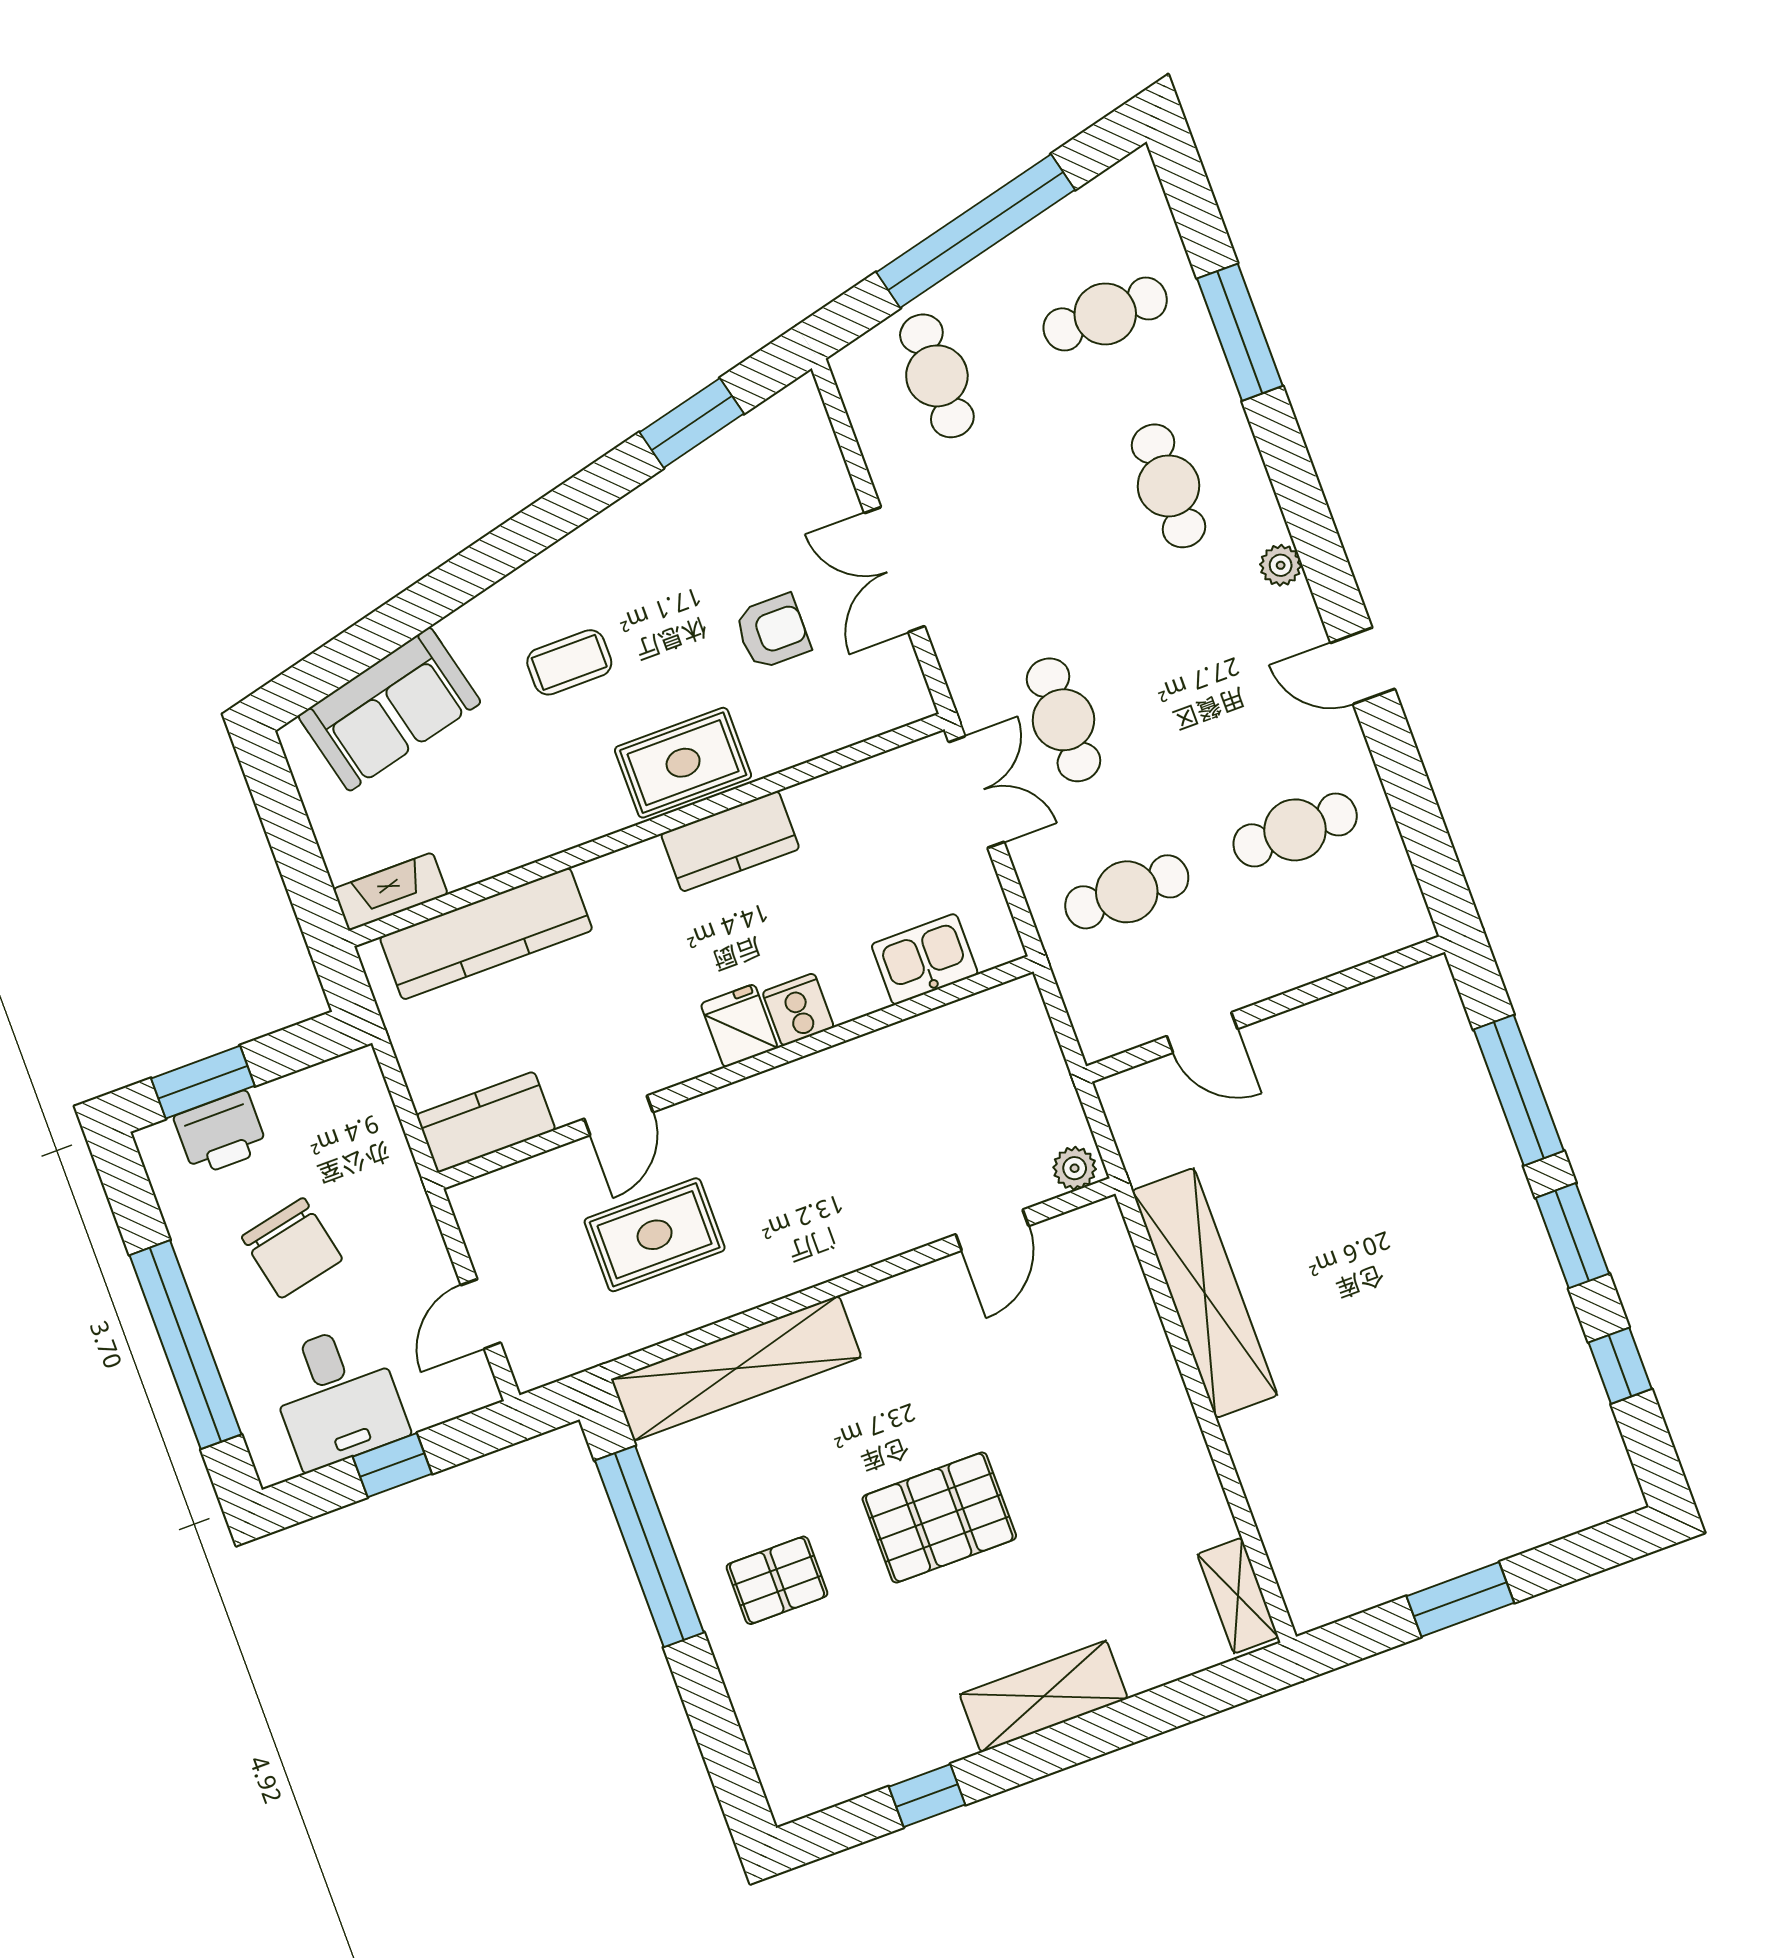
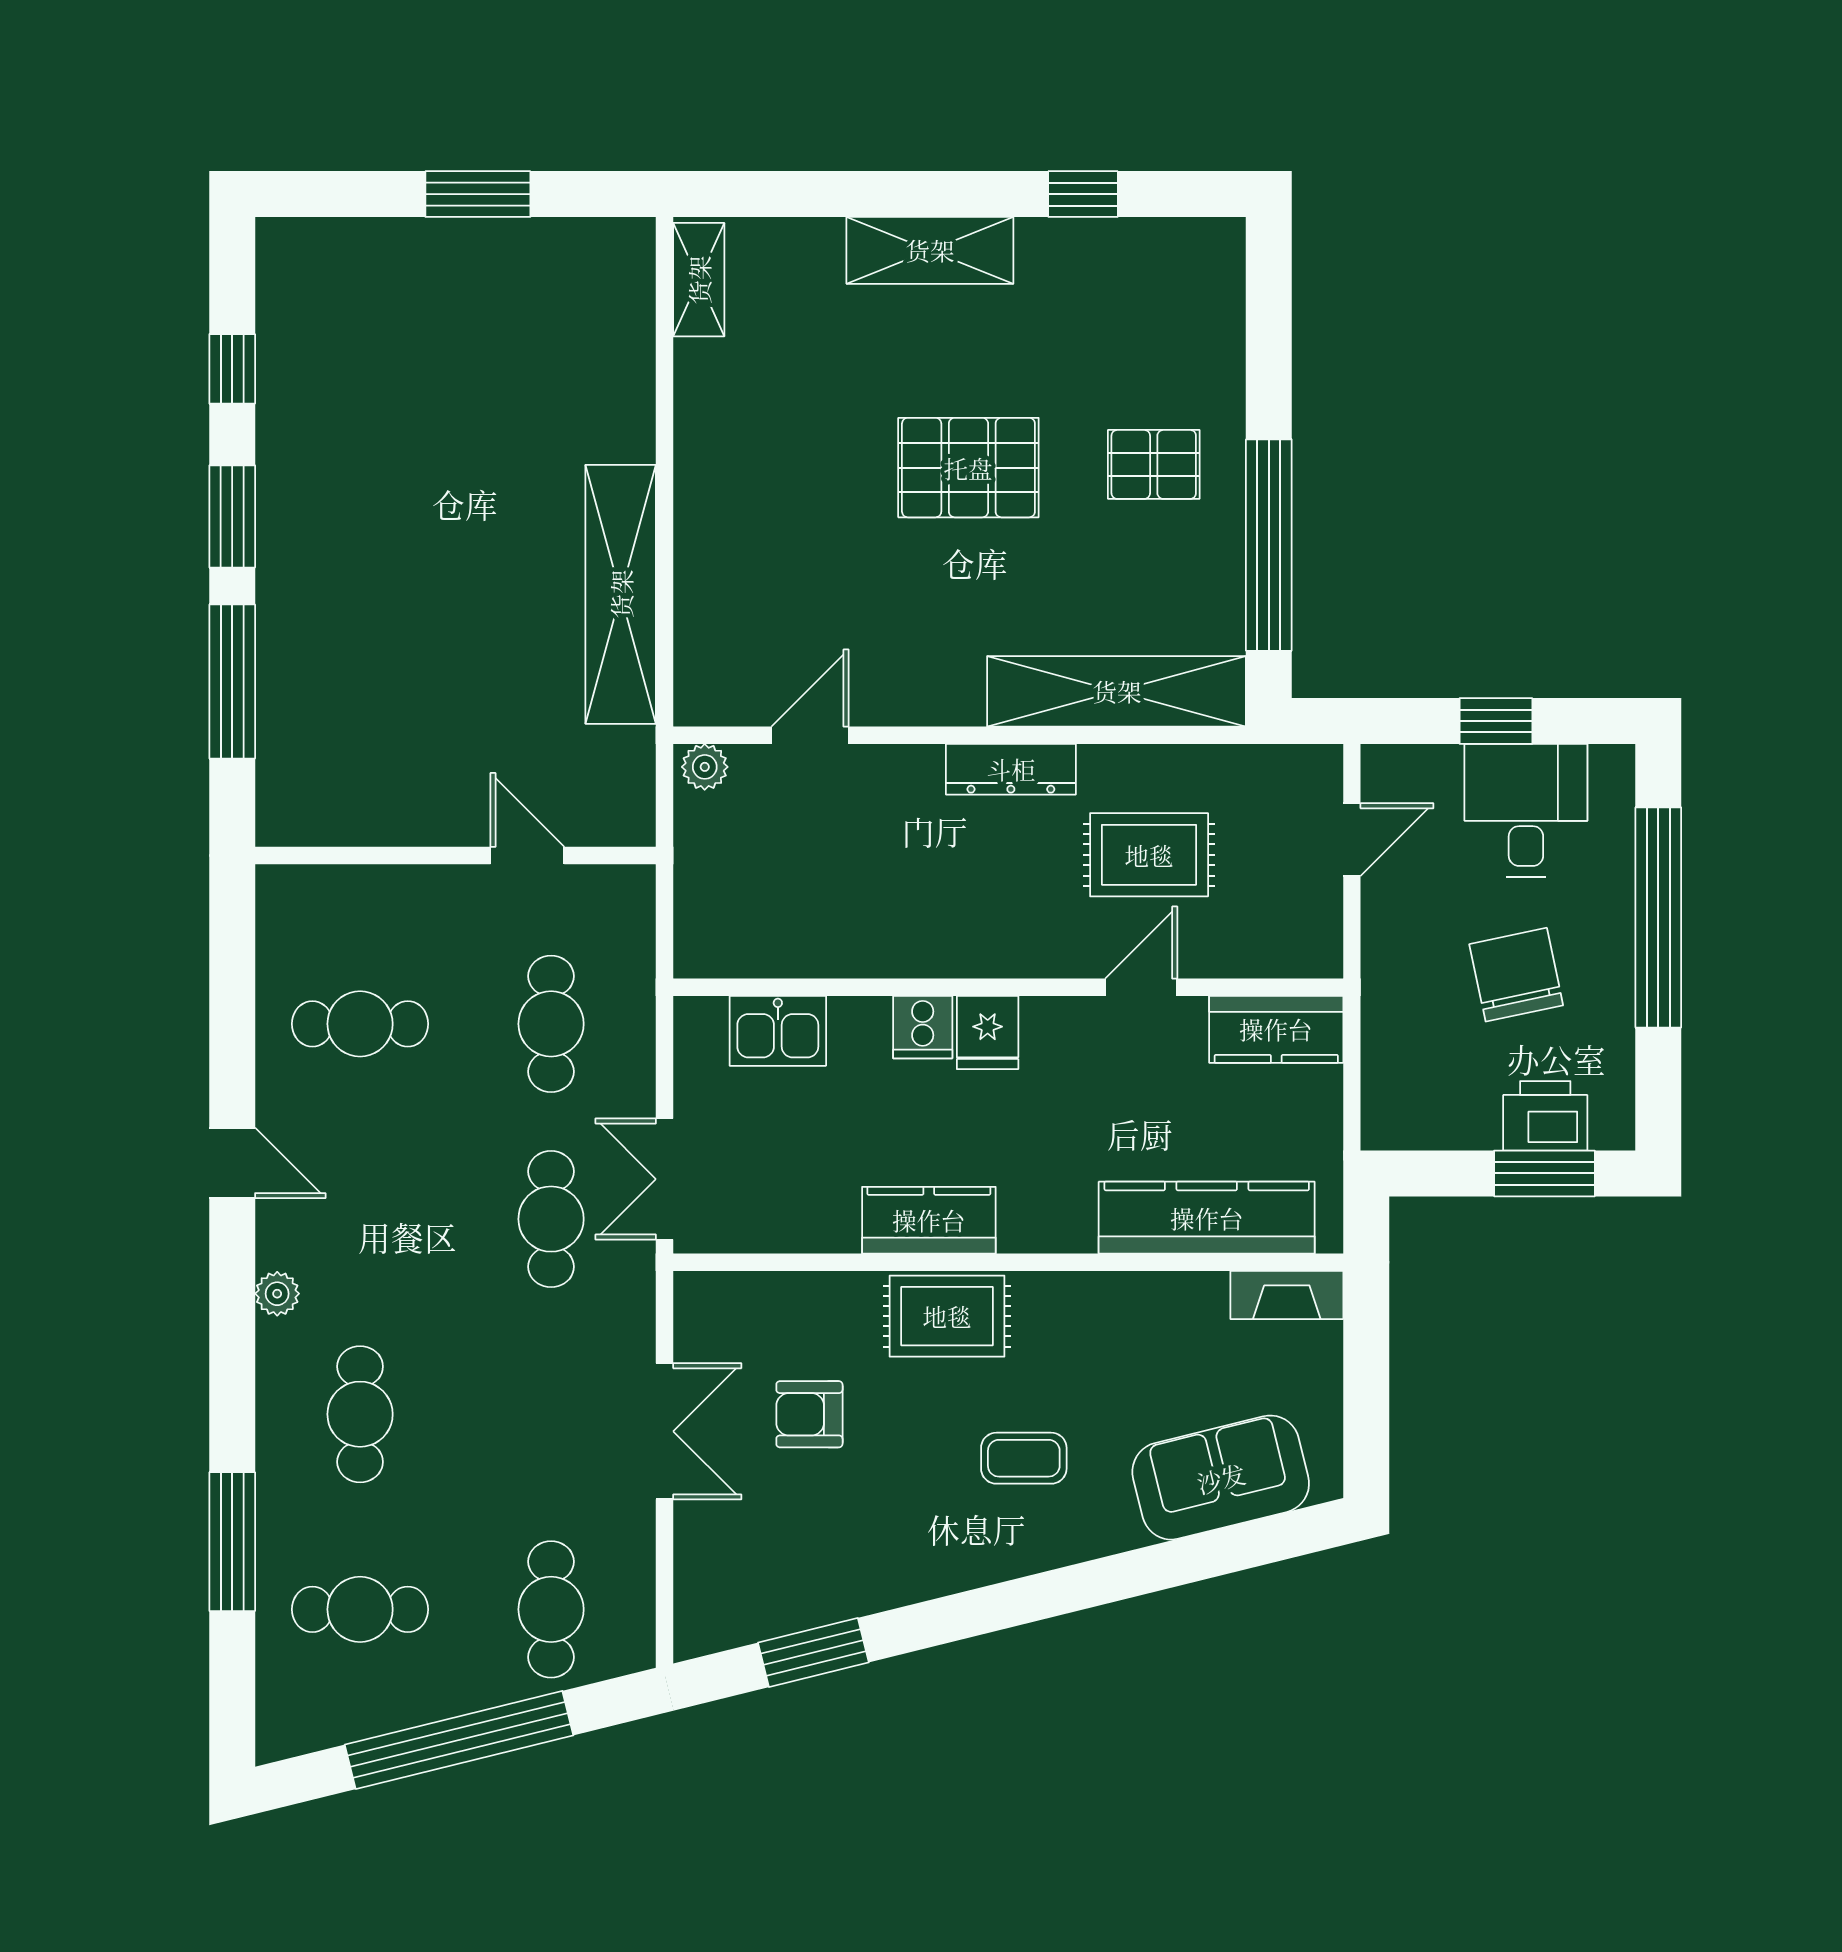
cafe table: (1127, 892) -> (551, 1024), turned 90
dresser: (804, 1265) -> (1011, 769), added

